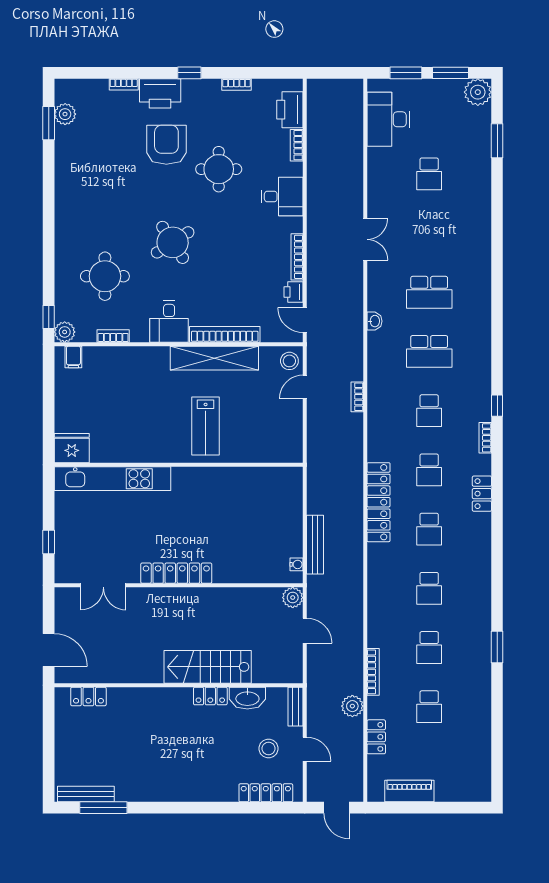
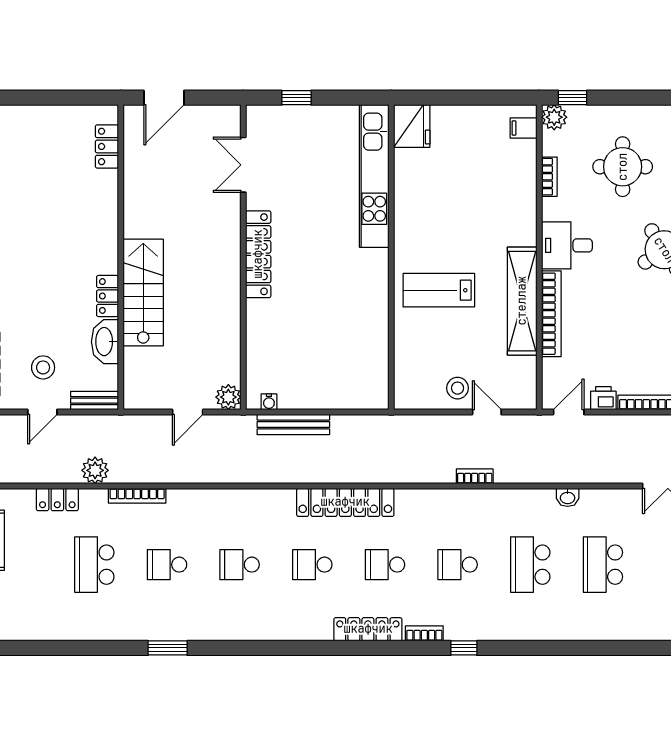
stool: (289, 361) -> (458, 388), moved
locker: (482, 494) -> (368, 629), width x1.53
school desk: (429, 707) -> (94, 565), width x1.85

